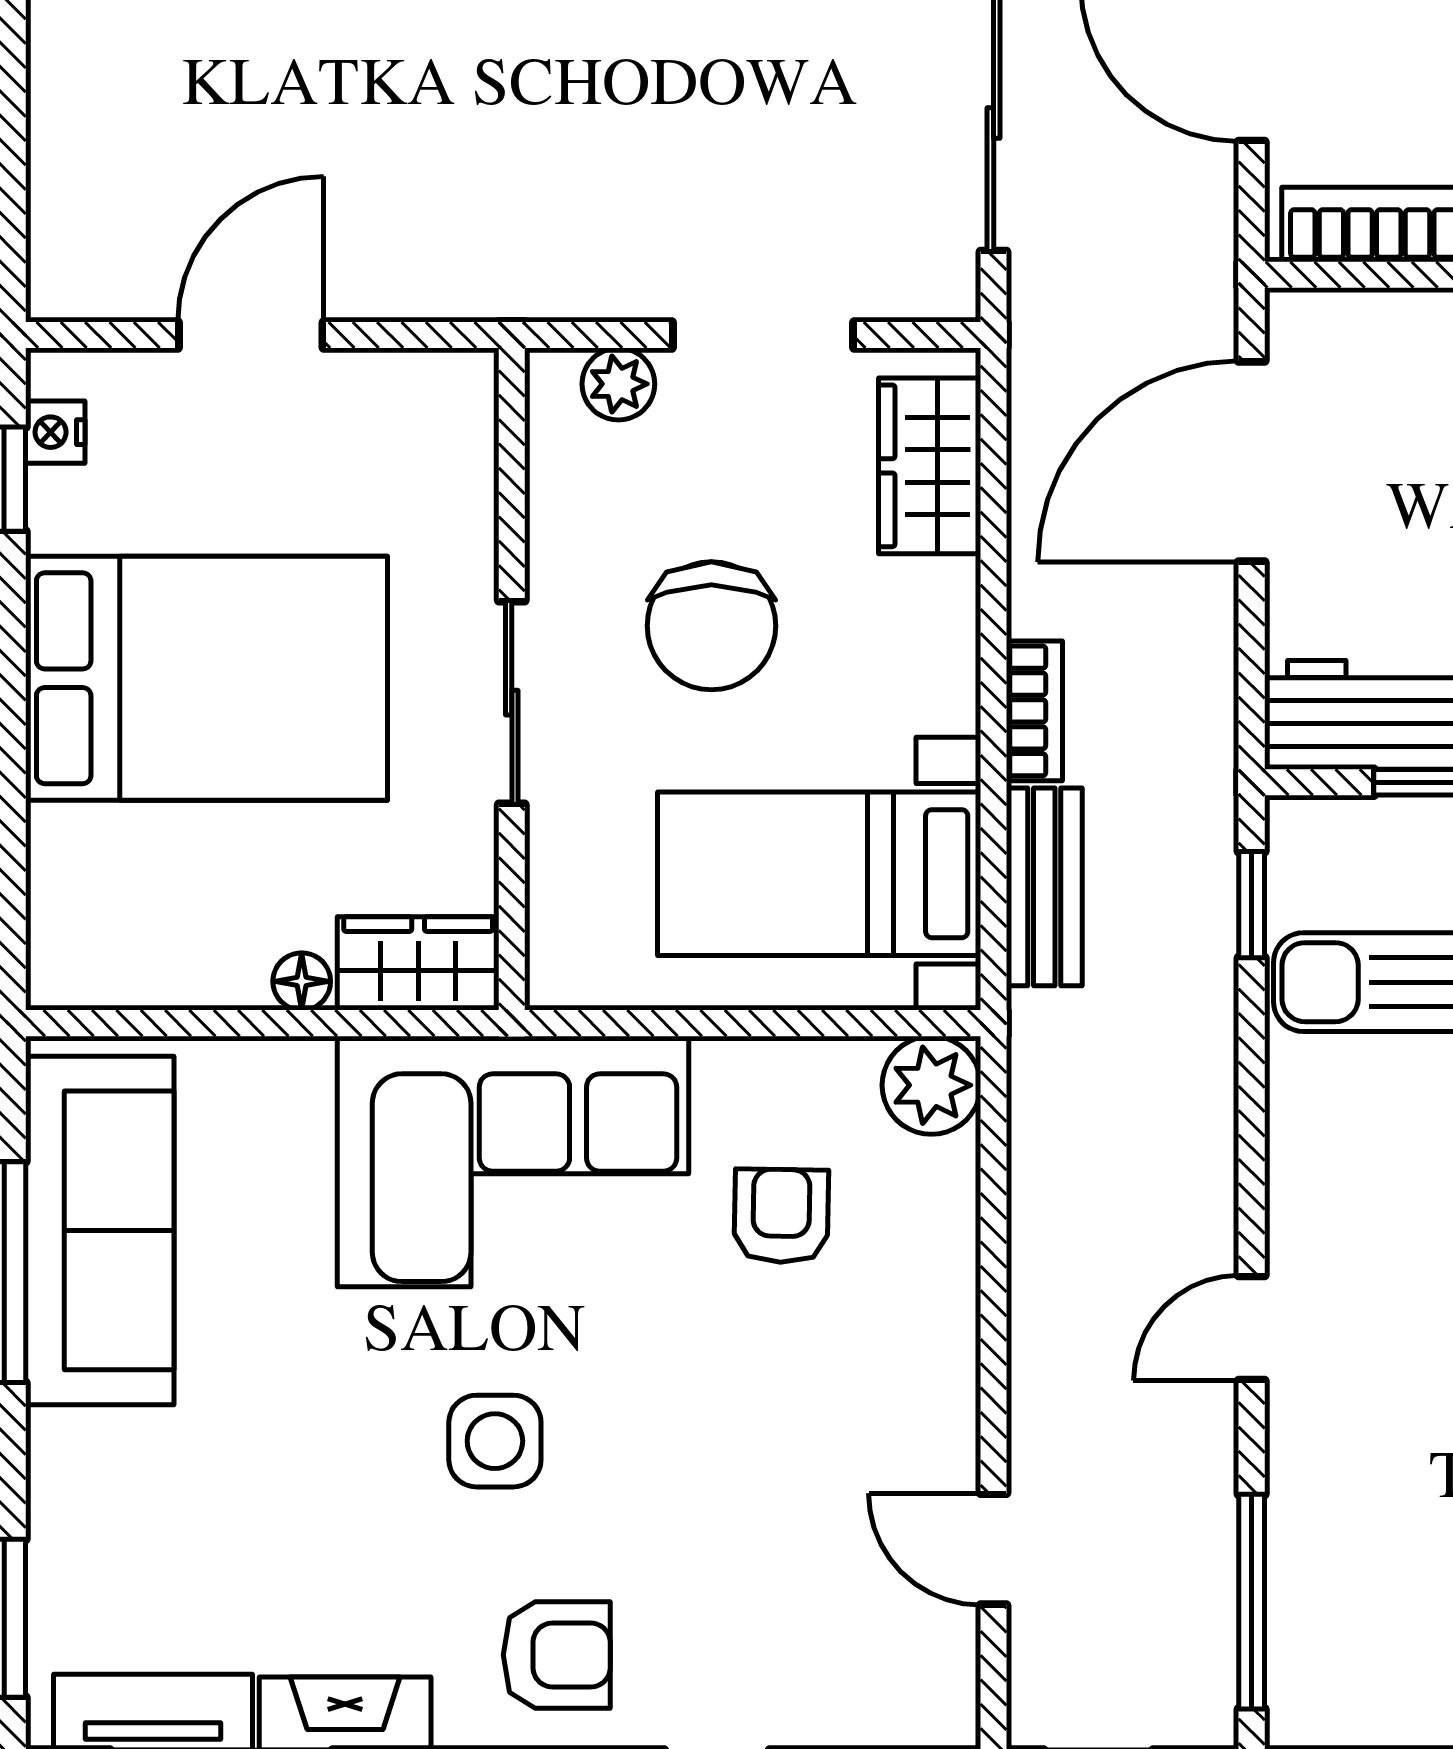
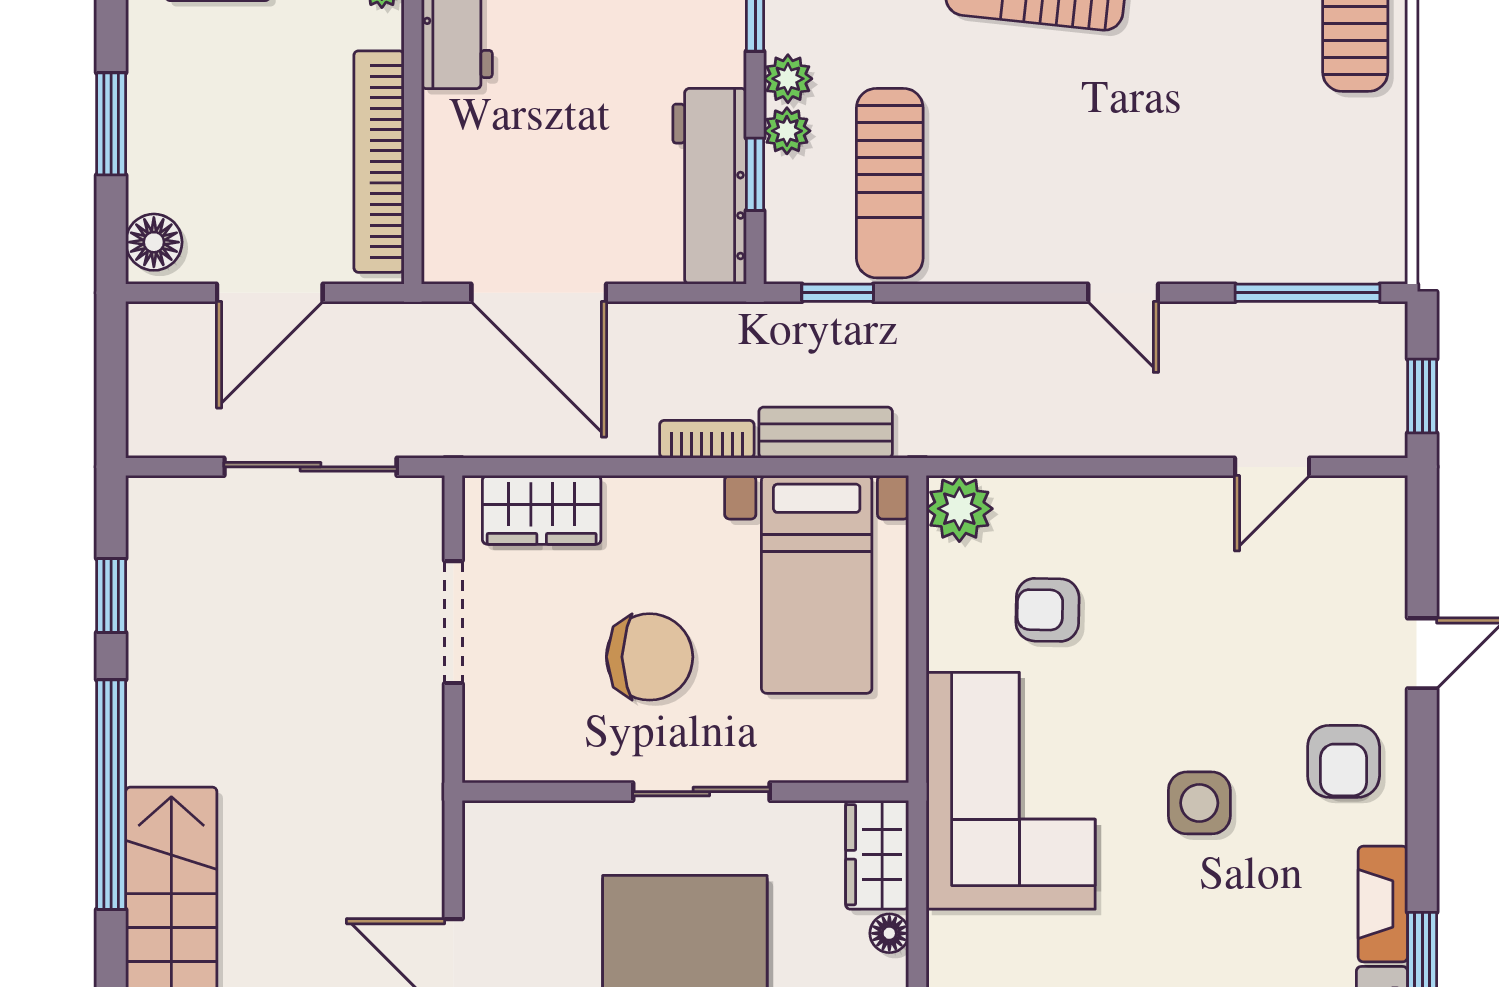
plant: (618, 384) -> (486, 720), removed
armchair: (557, 1655) -> (1344, 761), turned 180

